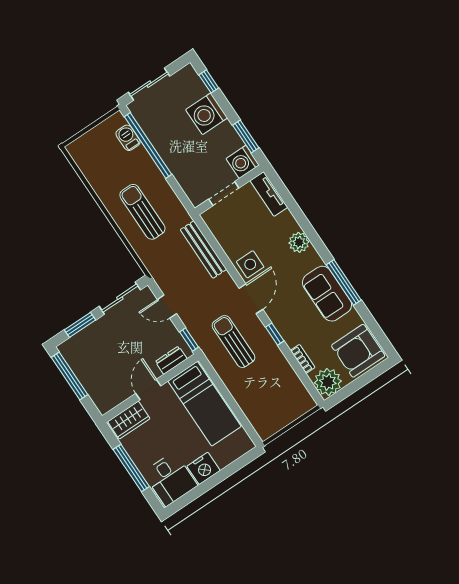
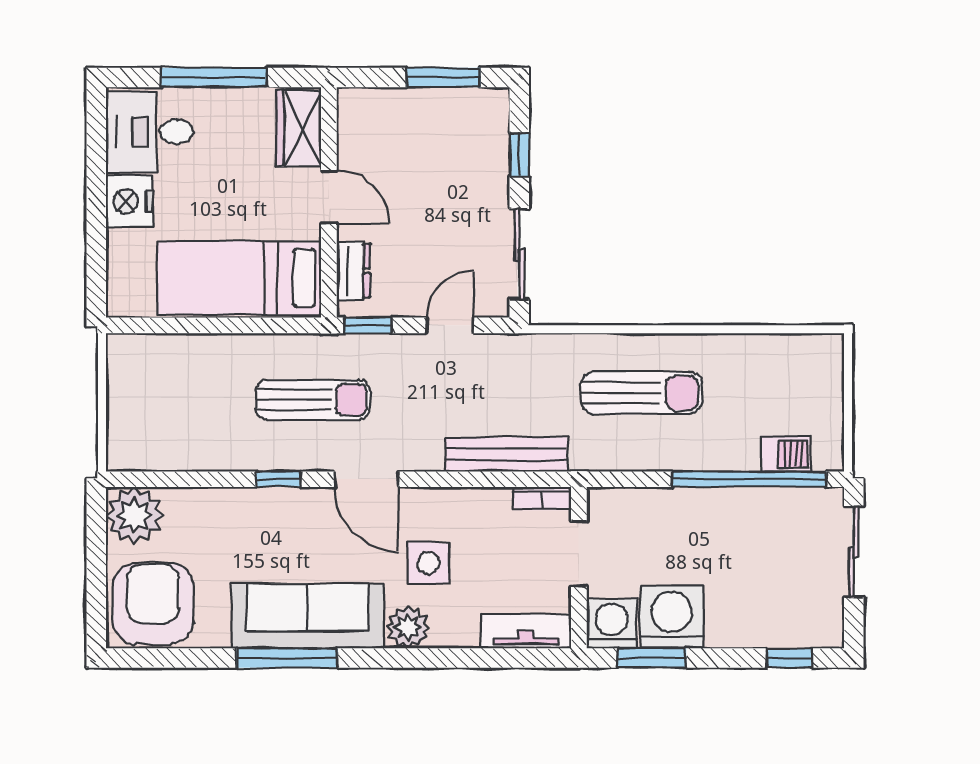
washing machine: (207, 114) -> (671, 617), moved
side table: (250, 264) -> (429, 563), moved
sofa: (327, 294) -> (307, 616), width x1.36
window: (80, 325) -> (519, 155), width x0.67
bookcase: (303, 359) -> (542, 499), moved
window: (69, 376) -> (444, 77), width x0.69

